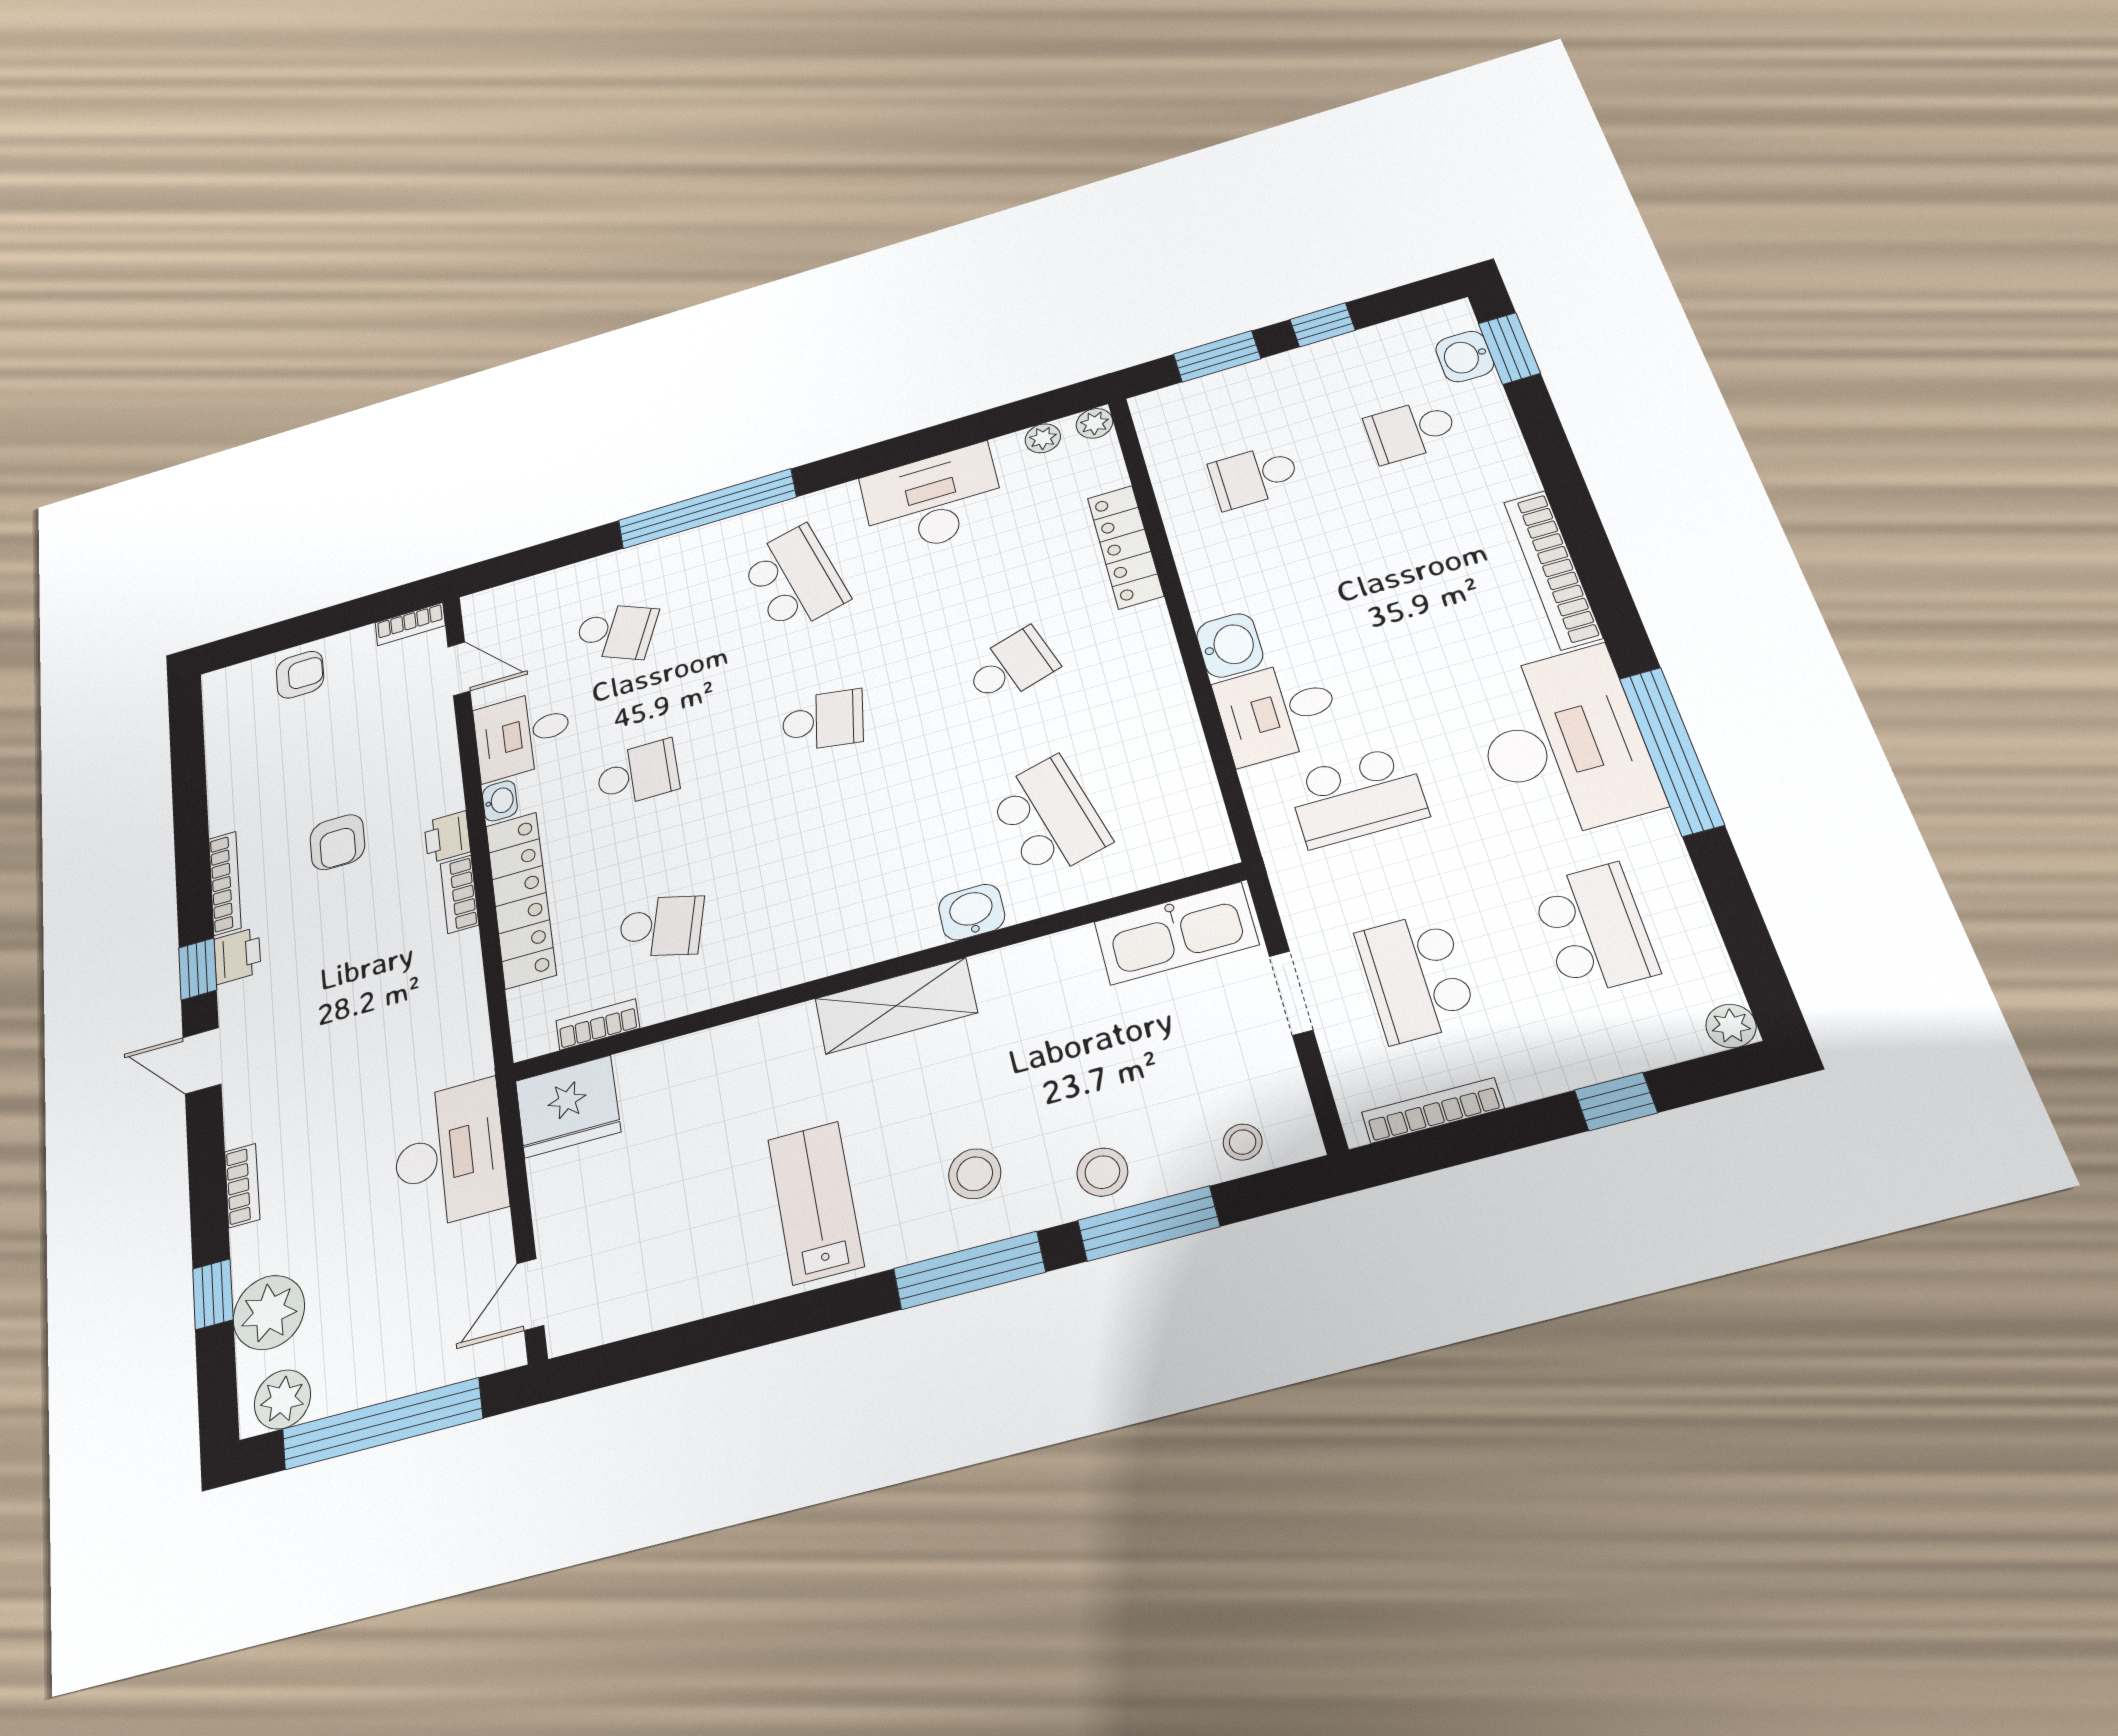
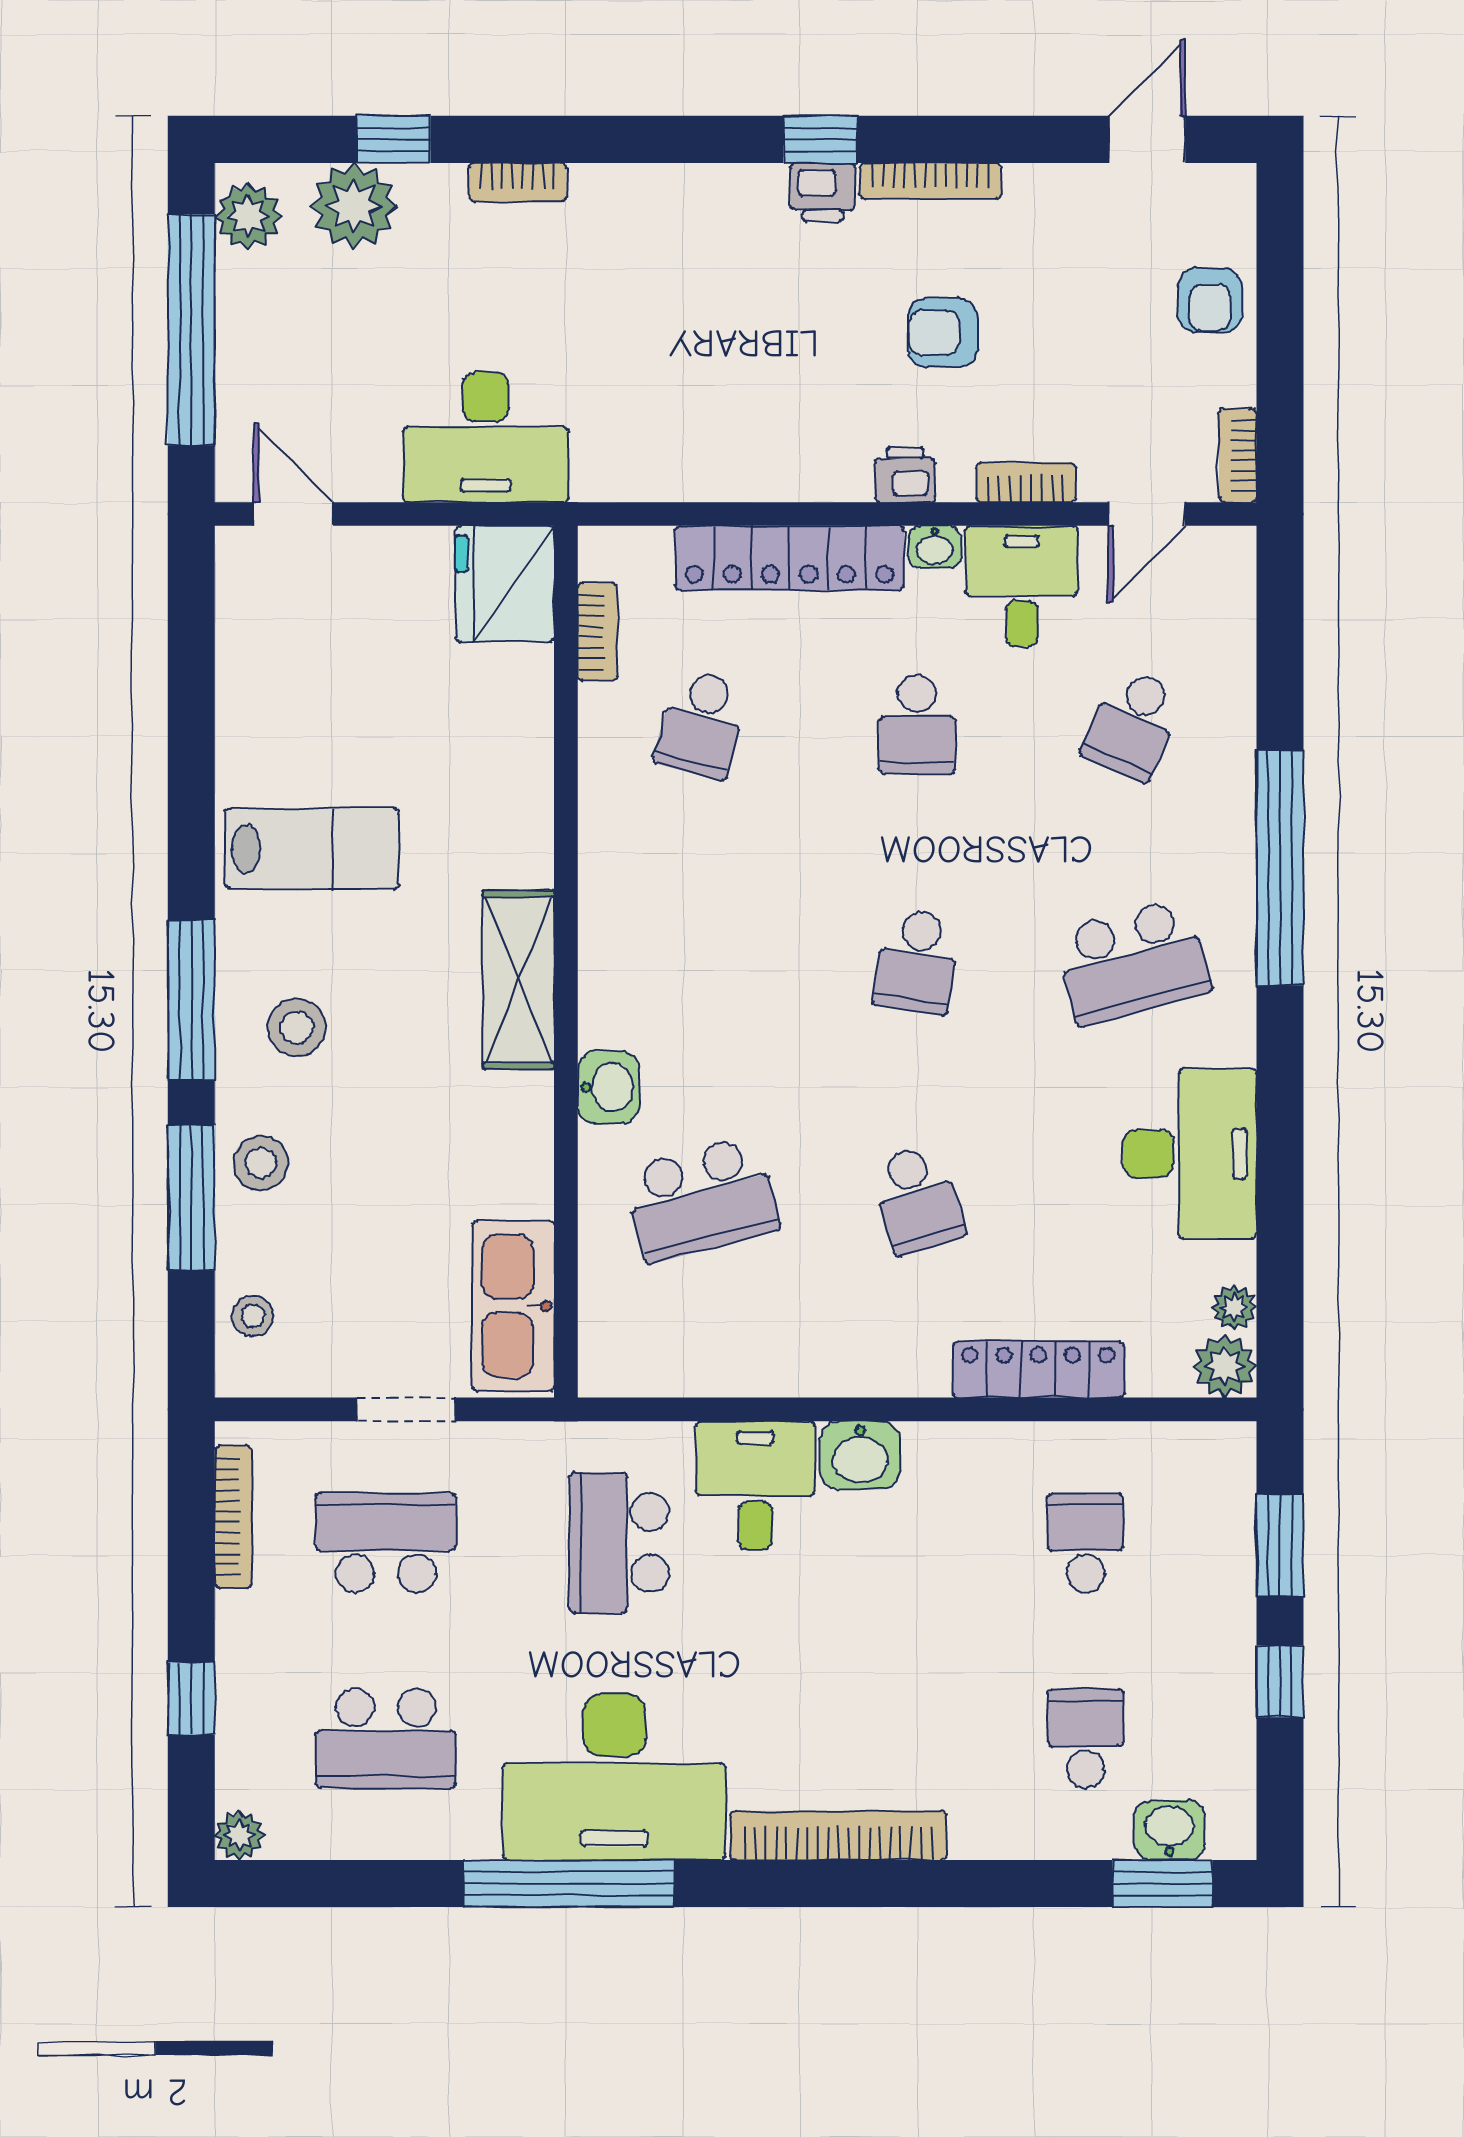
plant: (1095, 423) -> (1225, 1366), width x1.38, depth x1.38
bookcase: (459, 894) -> (1026, 482), moved
door: (202, 1061) -> (1147, 139), moved

